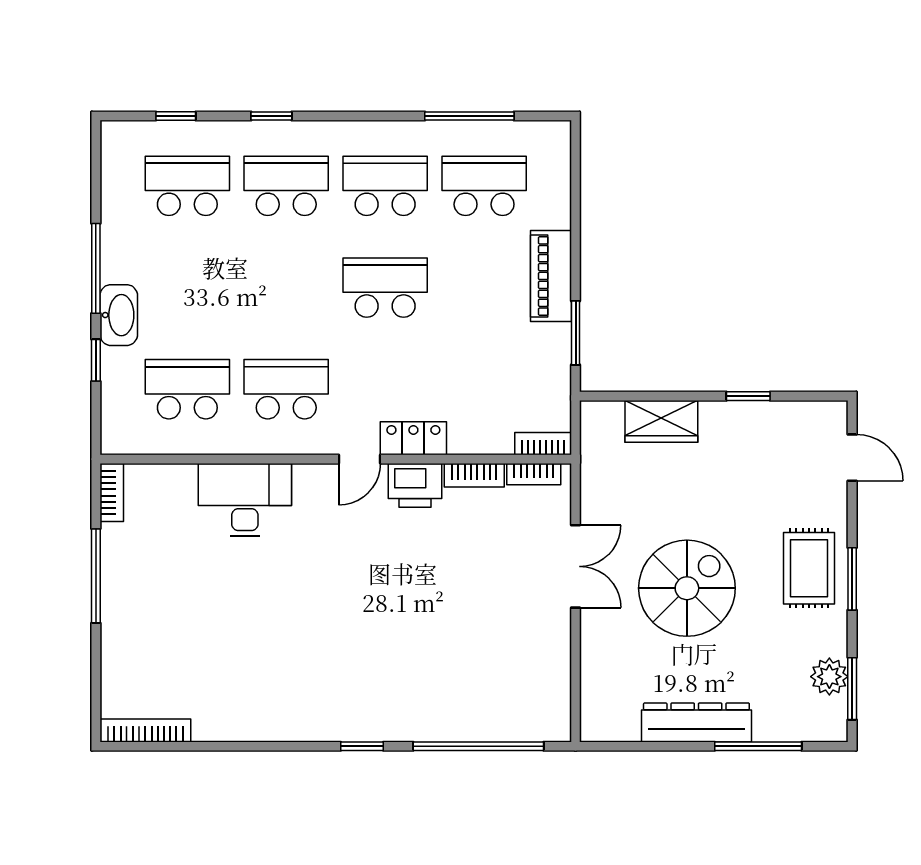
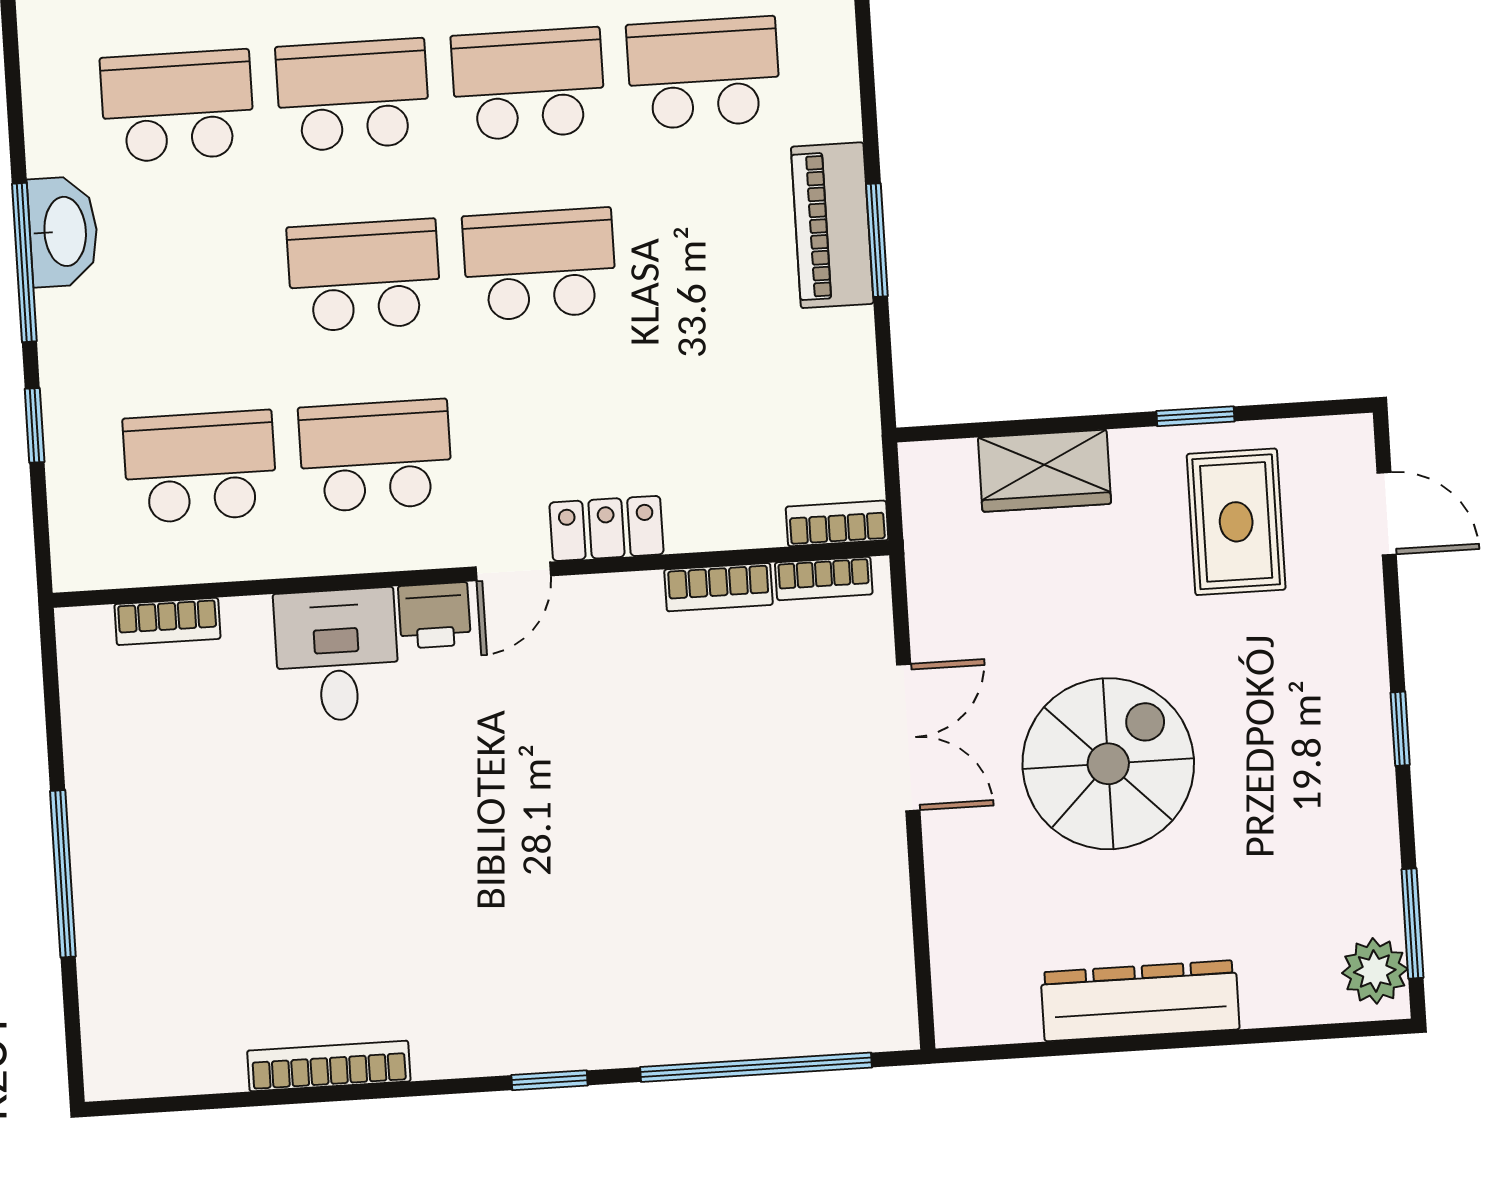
school desk: (286, 288) -> (364, 275), added
washbasin: (119, 315) -> (63, 232), moved
window: (576, 333) -> (877, 240), moved
printer: (415, 485) -> (434, 615), moved, width x0.73, depth x0.81
bookcase: (112, 493) -> (167, 621), moved, turned 90
desk: (245, 500) -> (337, 655), width x0.73
rug: (809, 568) -> (1236, 522), moved
window: (96, 576) -> (63, 874), moved
window: (852, 579) -> (1400, 729), width x0.67
plant: (829, 677) -> (1375, 971), moved
bookcase: (145, 730) -> (329, 1066), moved
window: (758, 746) -> (1252, 1036), removed

